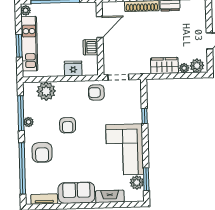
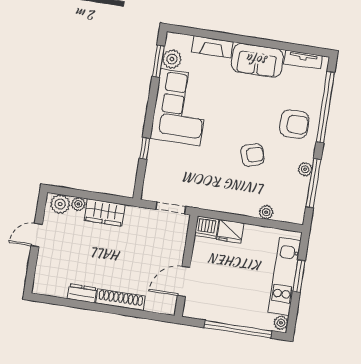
dishwasher: (90, 47) -> (207, 227), moved, turned 90
plant: (46, 91) -> (266, 212), width x0.53, depth x0.53
armchair: (96, 92) -> (205, 193), removed
armchair: (68, 125) -> (252, 155), turned 73
armchair: (42, 152) -> (294, 124), turned 90

